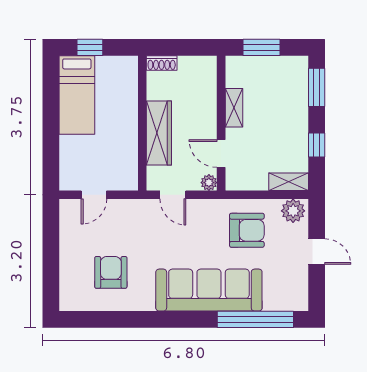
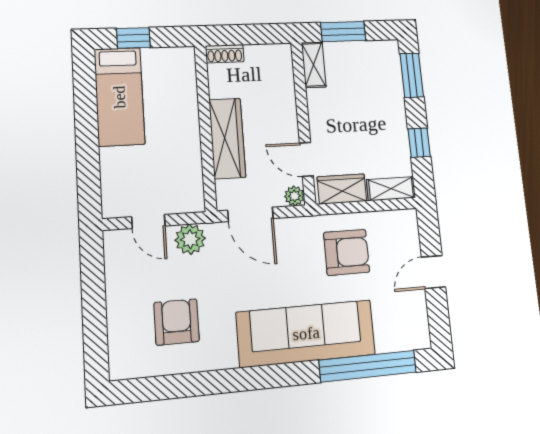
shelving: (234, 108) -> (314, 65), moved
wardrobe: (248, 179) -> (342, 189), added
door: (94, 195) -> (148, 221), hinge flipped
door: (173, 195) -> (250, 214), width x1.38
plant: (293, 211) -> (190, 239), moved
door: (317, 252) -> (433, 272), swing flipped

